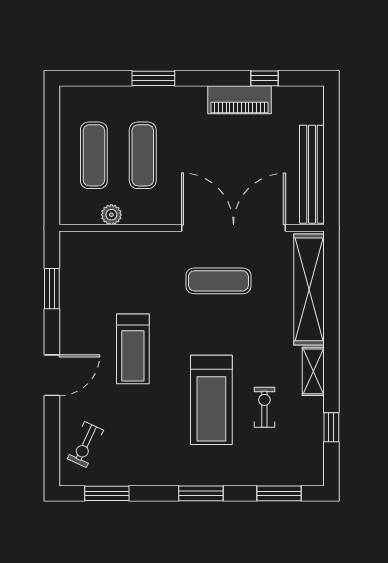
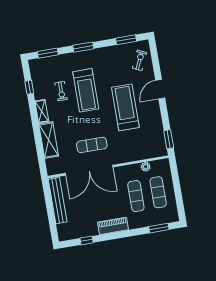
window: (153, 78) -> (159, 228), moved
piano: (239, 100) -> (113, 226), moved
window: (52, 289) -> (169, 139), moved
shelving: (309, 289) -> (49, 140), width x0.68
treadmill: (133, 349) -> (125, 107), width x1.37, depth x1.38
treadmill: (211, 400) -> (86, 90), turned 180

